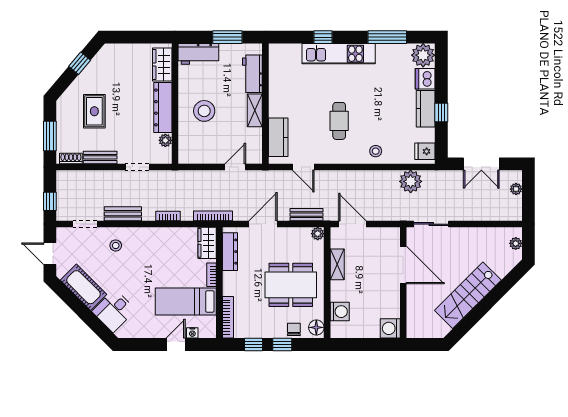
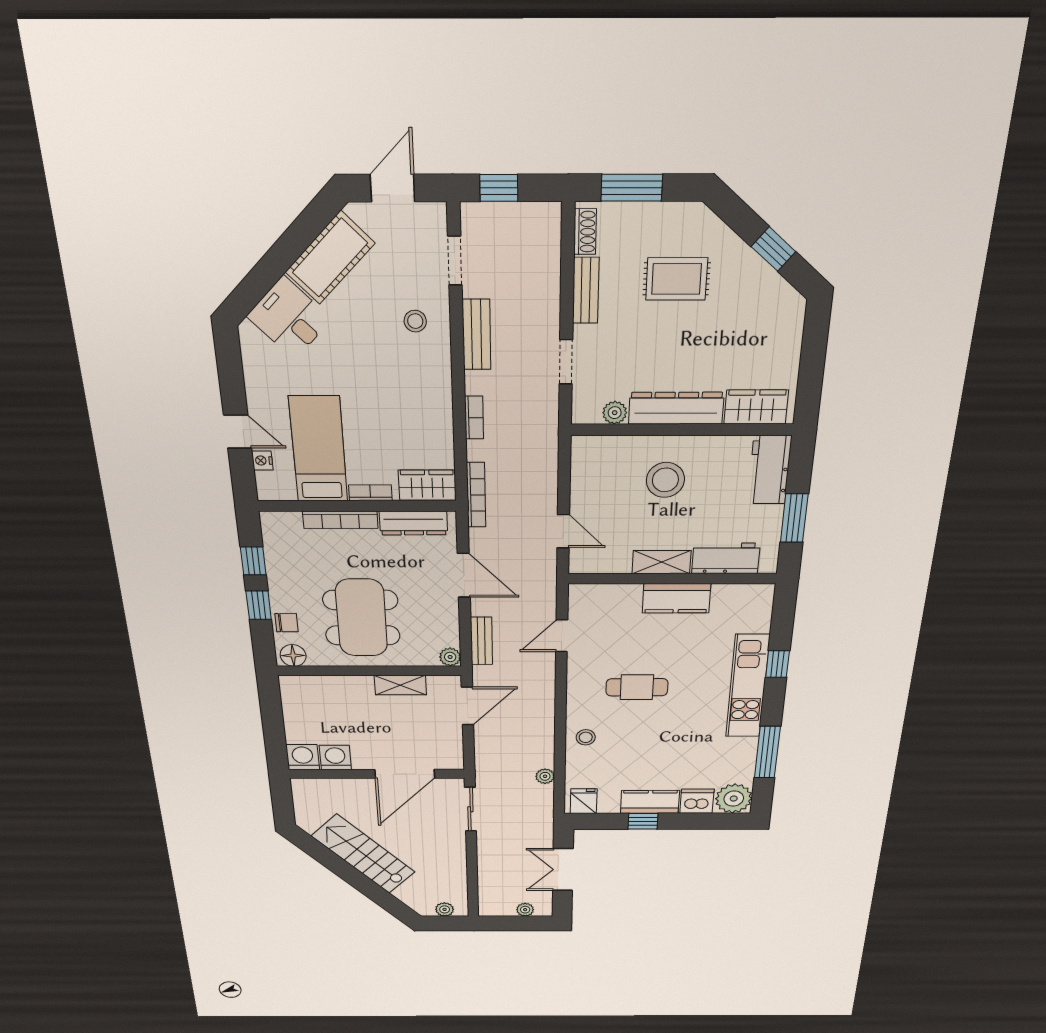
kitchen counter: (278, 137) -> (676, 598), moved
plant: (411, 181) -> (545, 776), width x0.53, depth x0.53
washing machine: (340, 312) -> (335, 758), moved, turned 180
bookcase: (228, 317) -> (340, 520), moved

